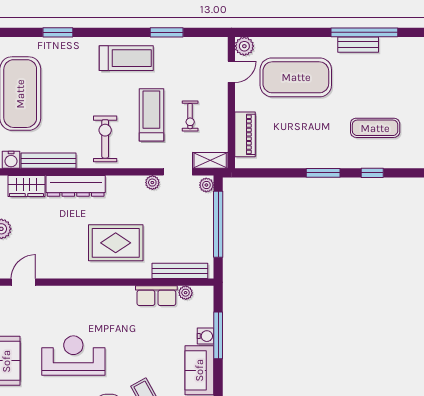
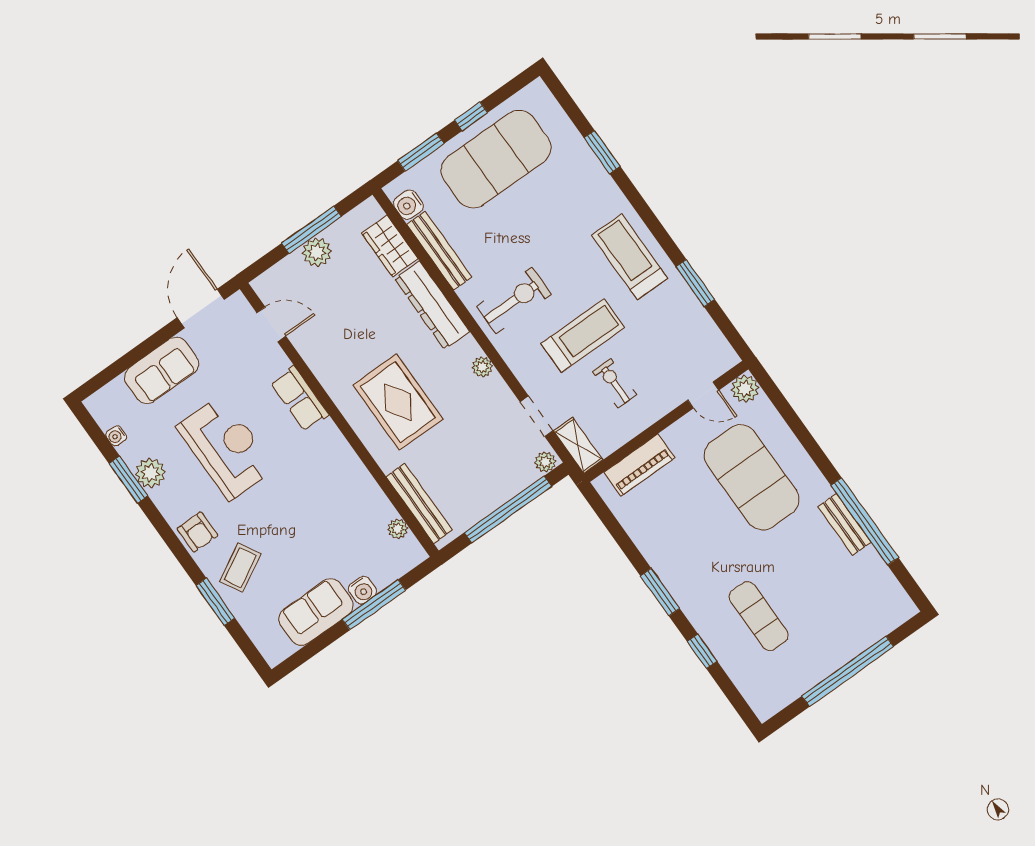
treadmill: (126, 58) -> (630, 257), turned 180
exercise bike: (190, 116) -> (614, 383), turned 90
plant: (152, 183) -> (482, 367), moved
row of seats: (156, 296) -> (300, 399), moved

